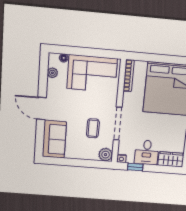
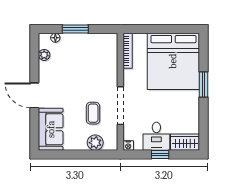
window: (83, 52) -> (75, 29), added
corner sofa: (92, 74) -> (87, 52), removed
plant: (106, 155) -> (95, 143), moved
window: (135, 167) -> (160, 155), moved

